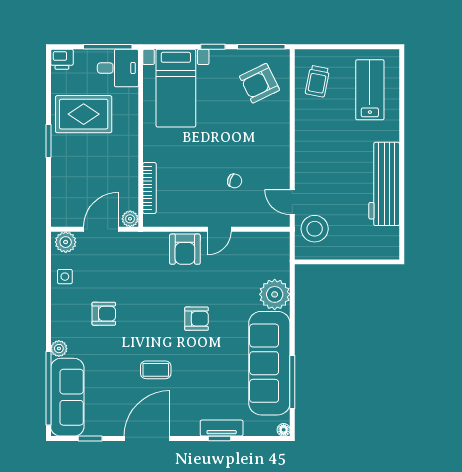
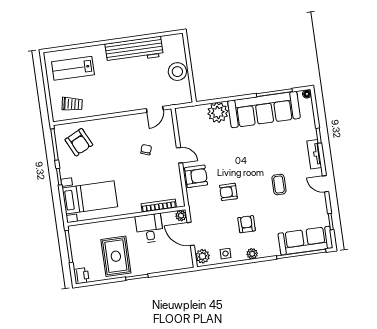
desk: (118, 68) -> (149, 228), moved
stool: (315, 229) -> (177, 72), moved
armchair: (197, 319) -> (228, 192), moved, turned -90
plant: (59, 349) -> (252, 254), moved
tv unit: (222, 428) -> (314, 154), moved
door: (147, 438) -> (325, 184), width x0.53

